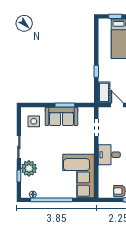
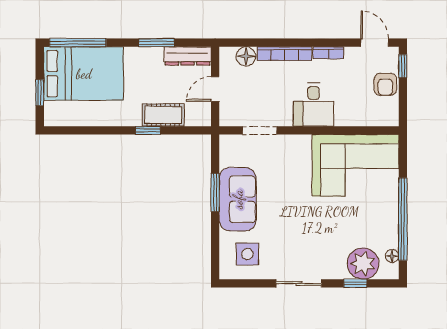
cot: (104, 92) -> (163, 115), moved
plant: (29, 168) -> (363, 264), moved

